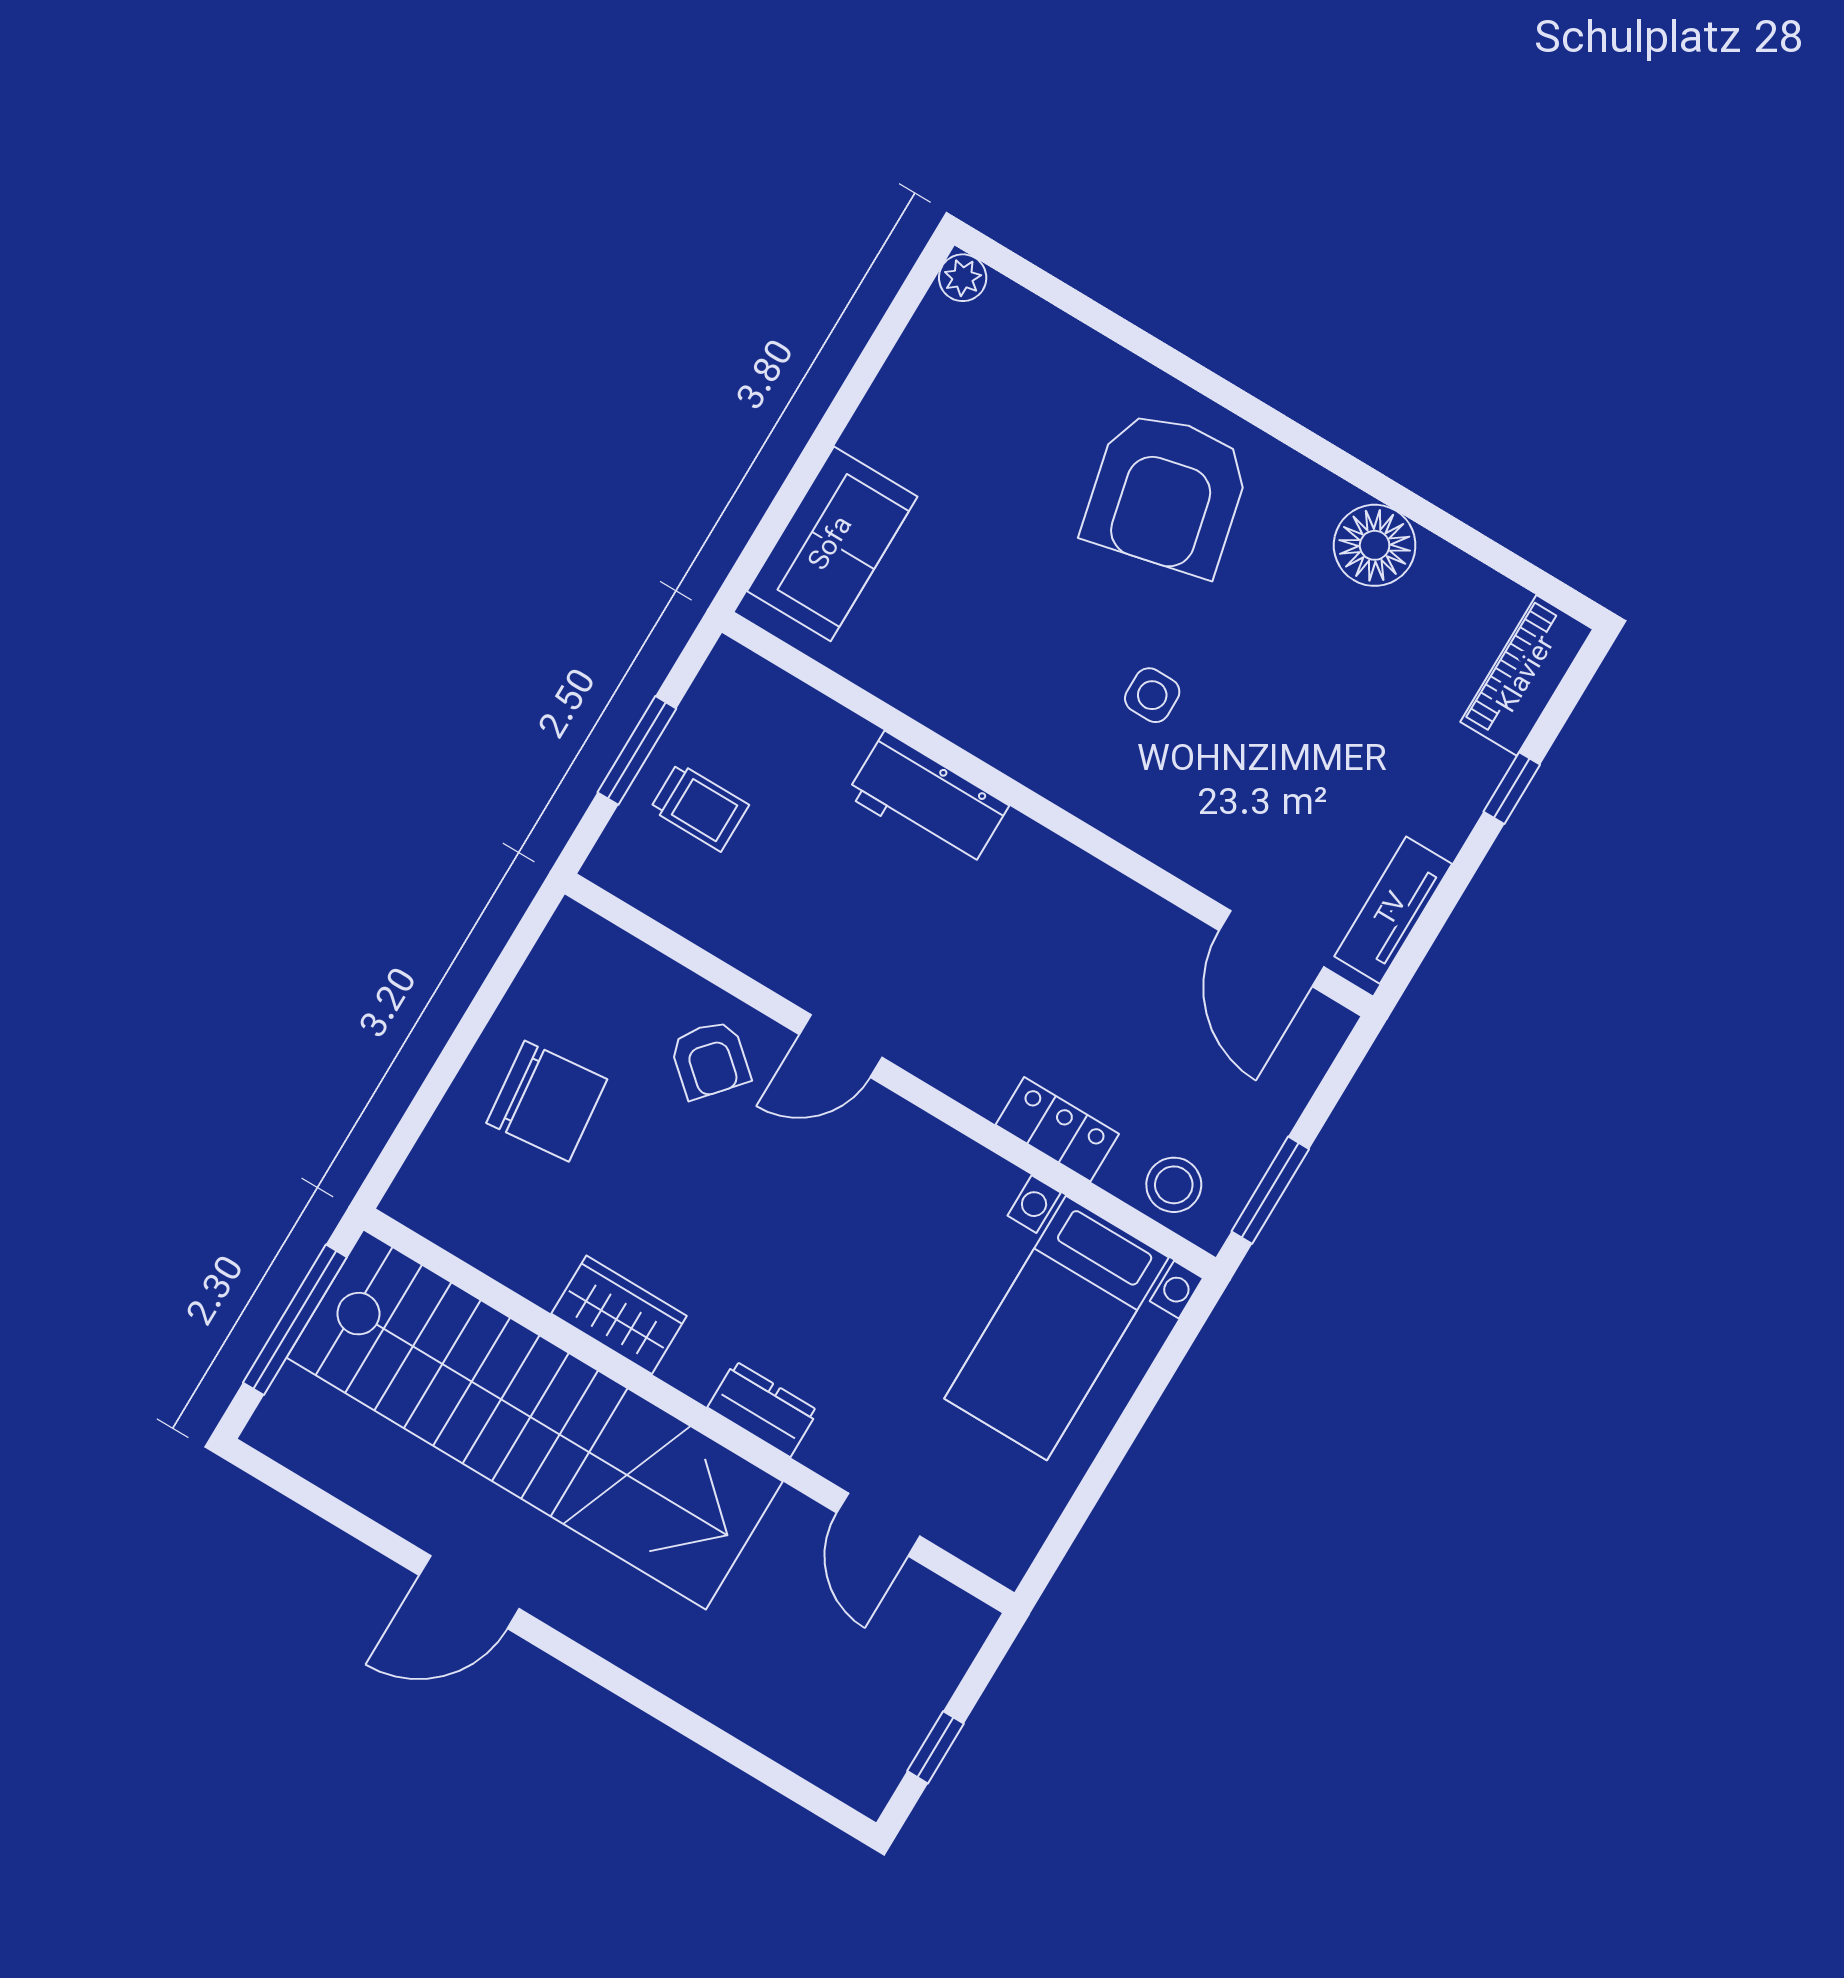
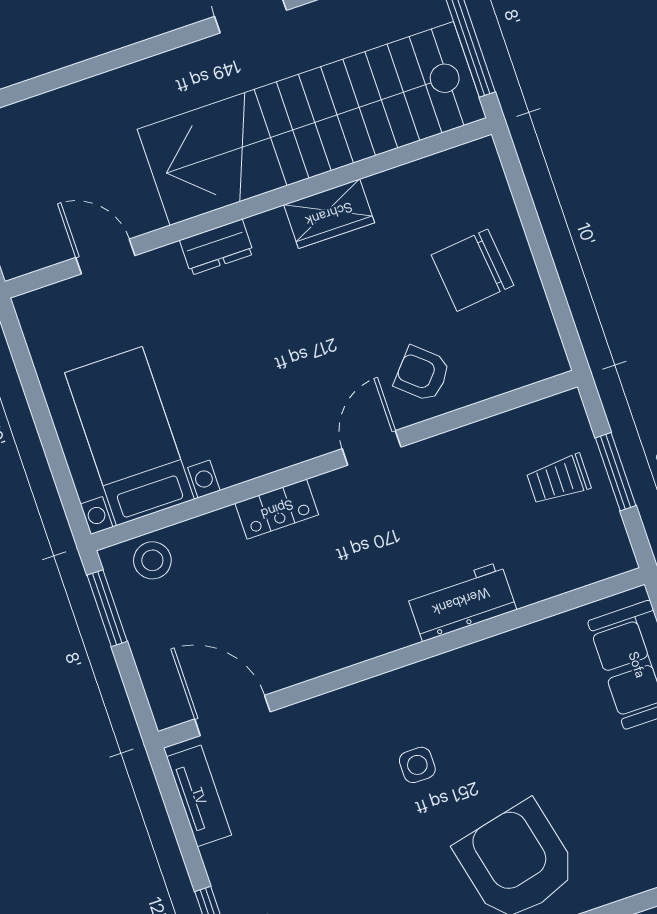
locker: (1057, 1129) -> (277, 509), moved

